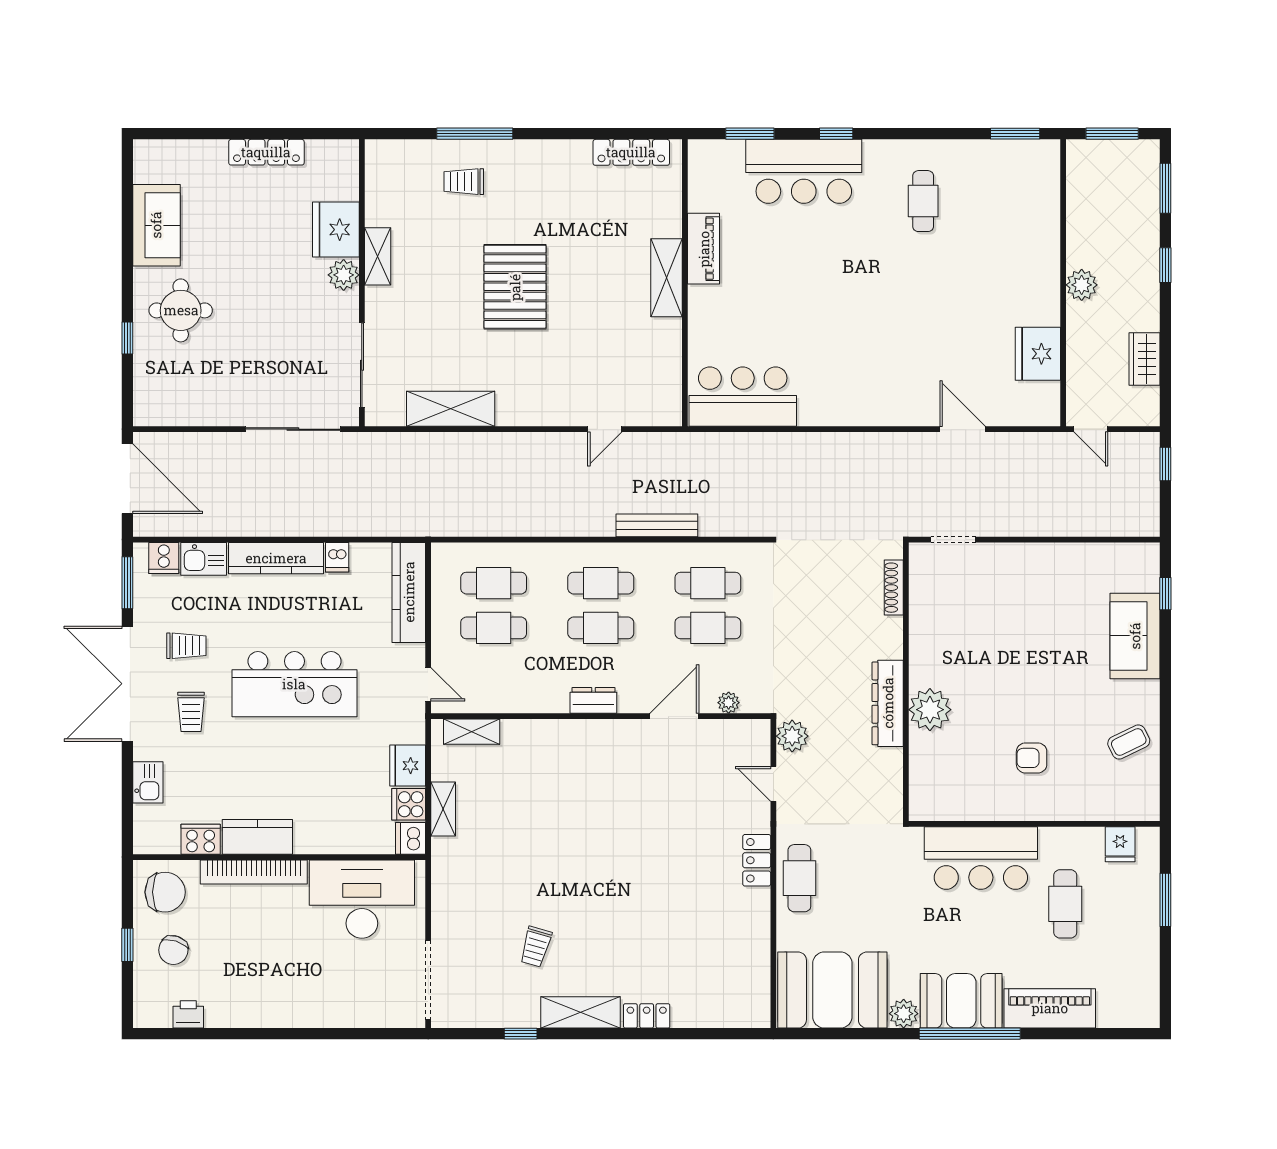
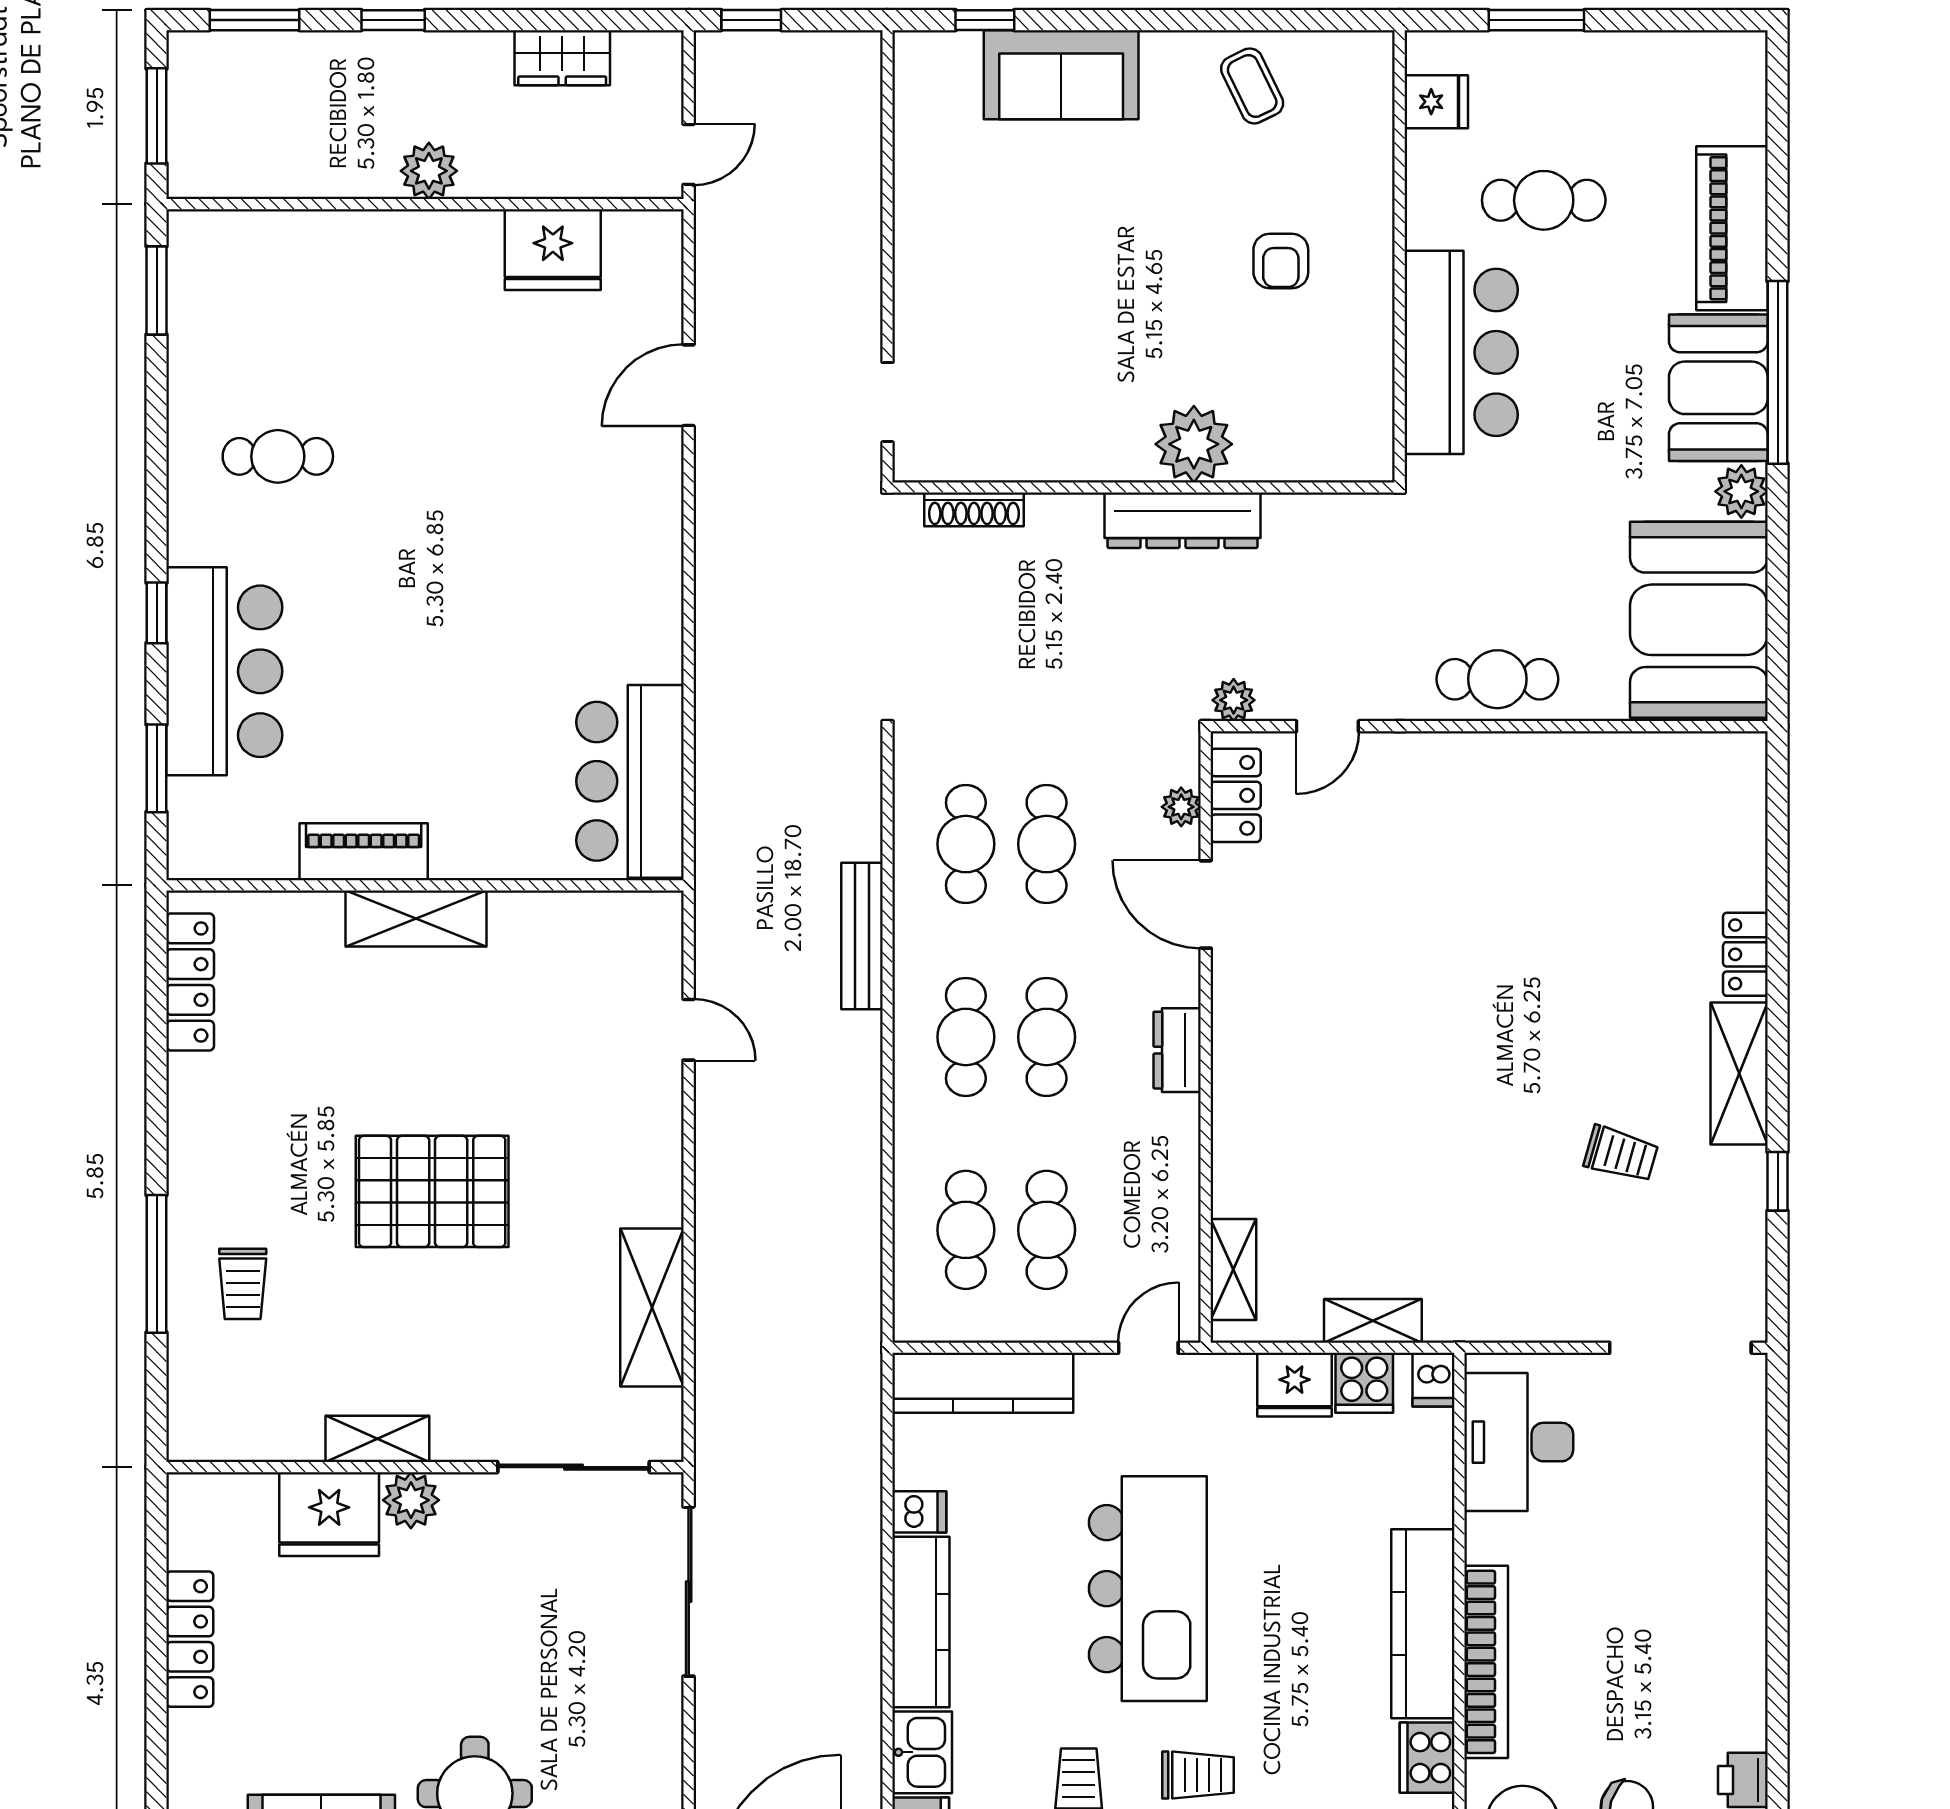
plant: (792, 736) -> (1234, 700), width x0.73, depth x0.73
kitchen counter: (257, 837) -> (1423, 1624), width x1.50
dishwasher: (411, 838) -> (1433, 1380), width x0.73
locker: (757, 860) -> (1236, 795), moved, turned -90
desk: (362, 899) -> (1519, 1442), width x0.73, depth x0.77

